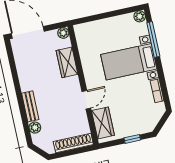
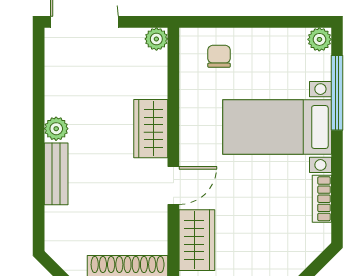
chair: (94, 35) -> (219, 56), added
wardrobe: (67, 62) -> (151, 129), moved
plant: (35, 128) -> (56, 129), moved

